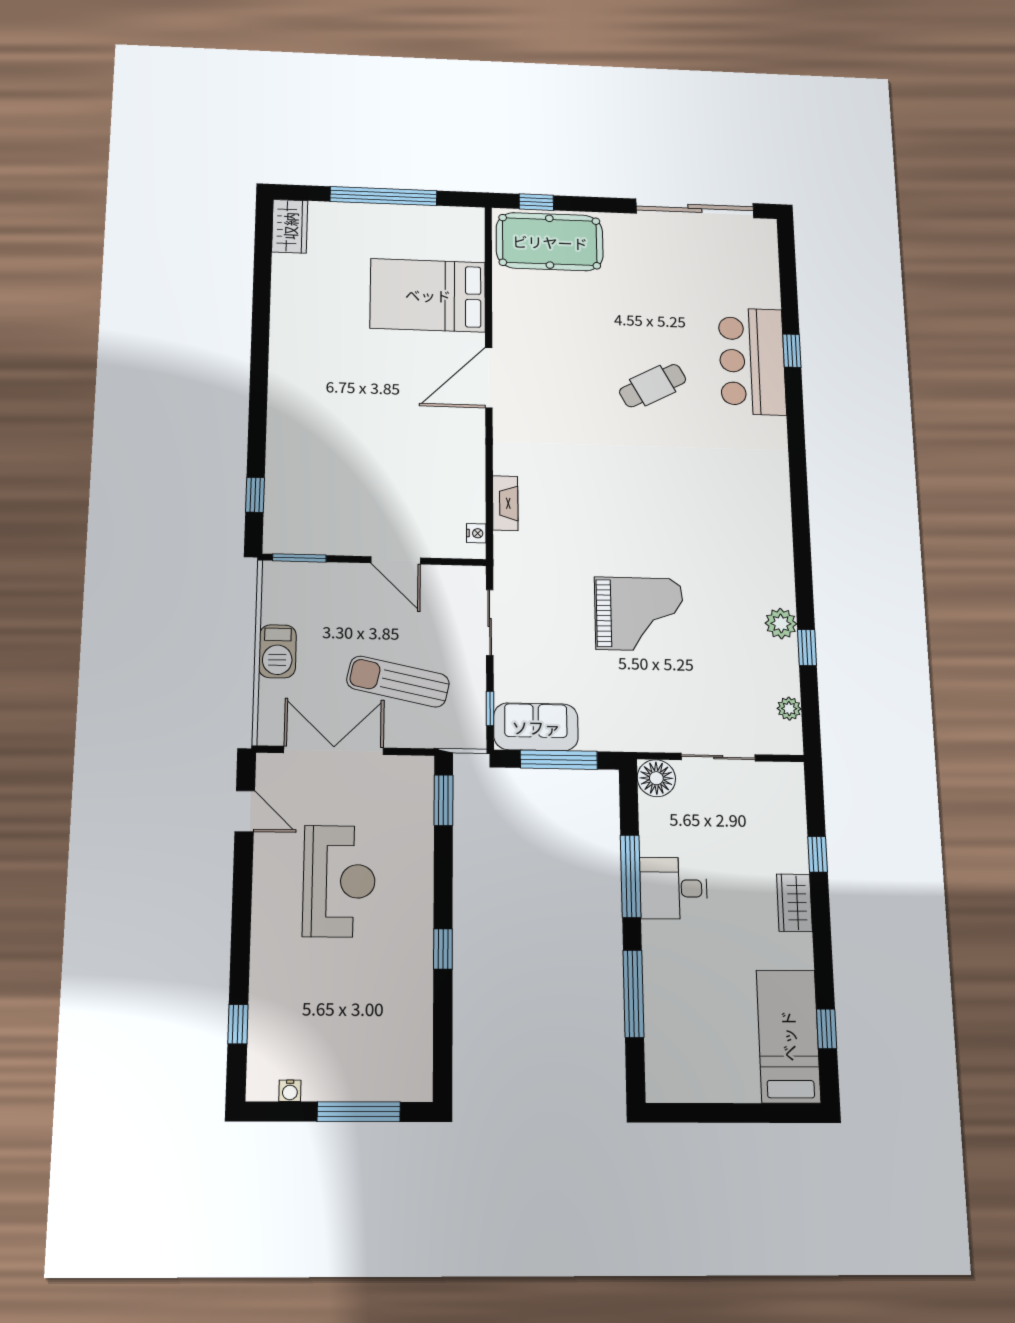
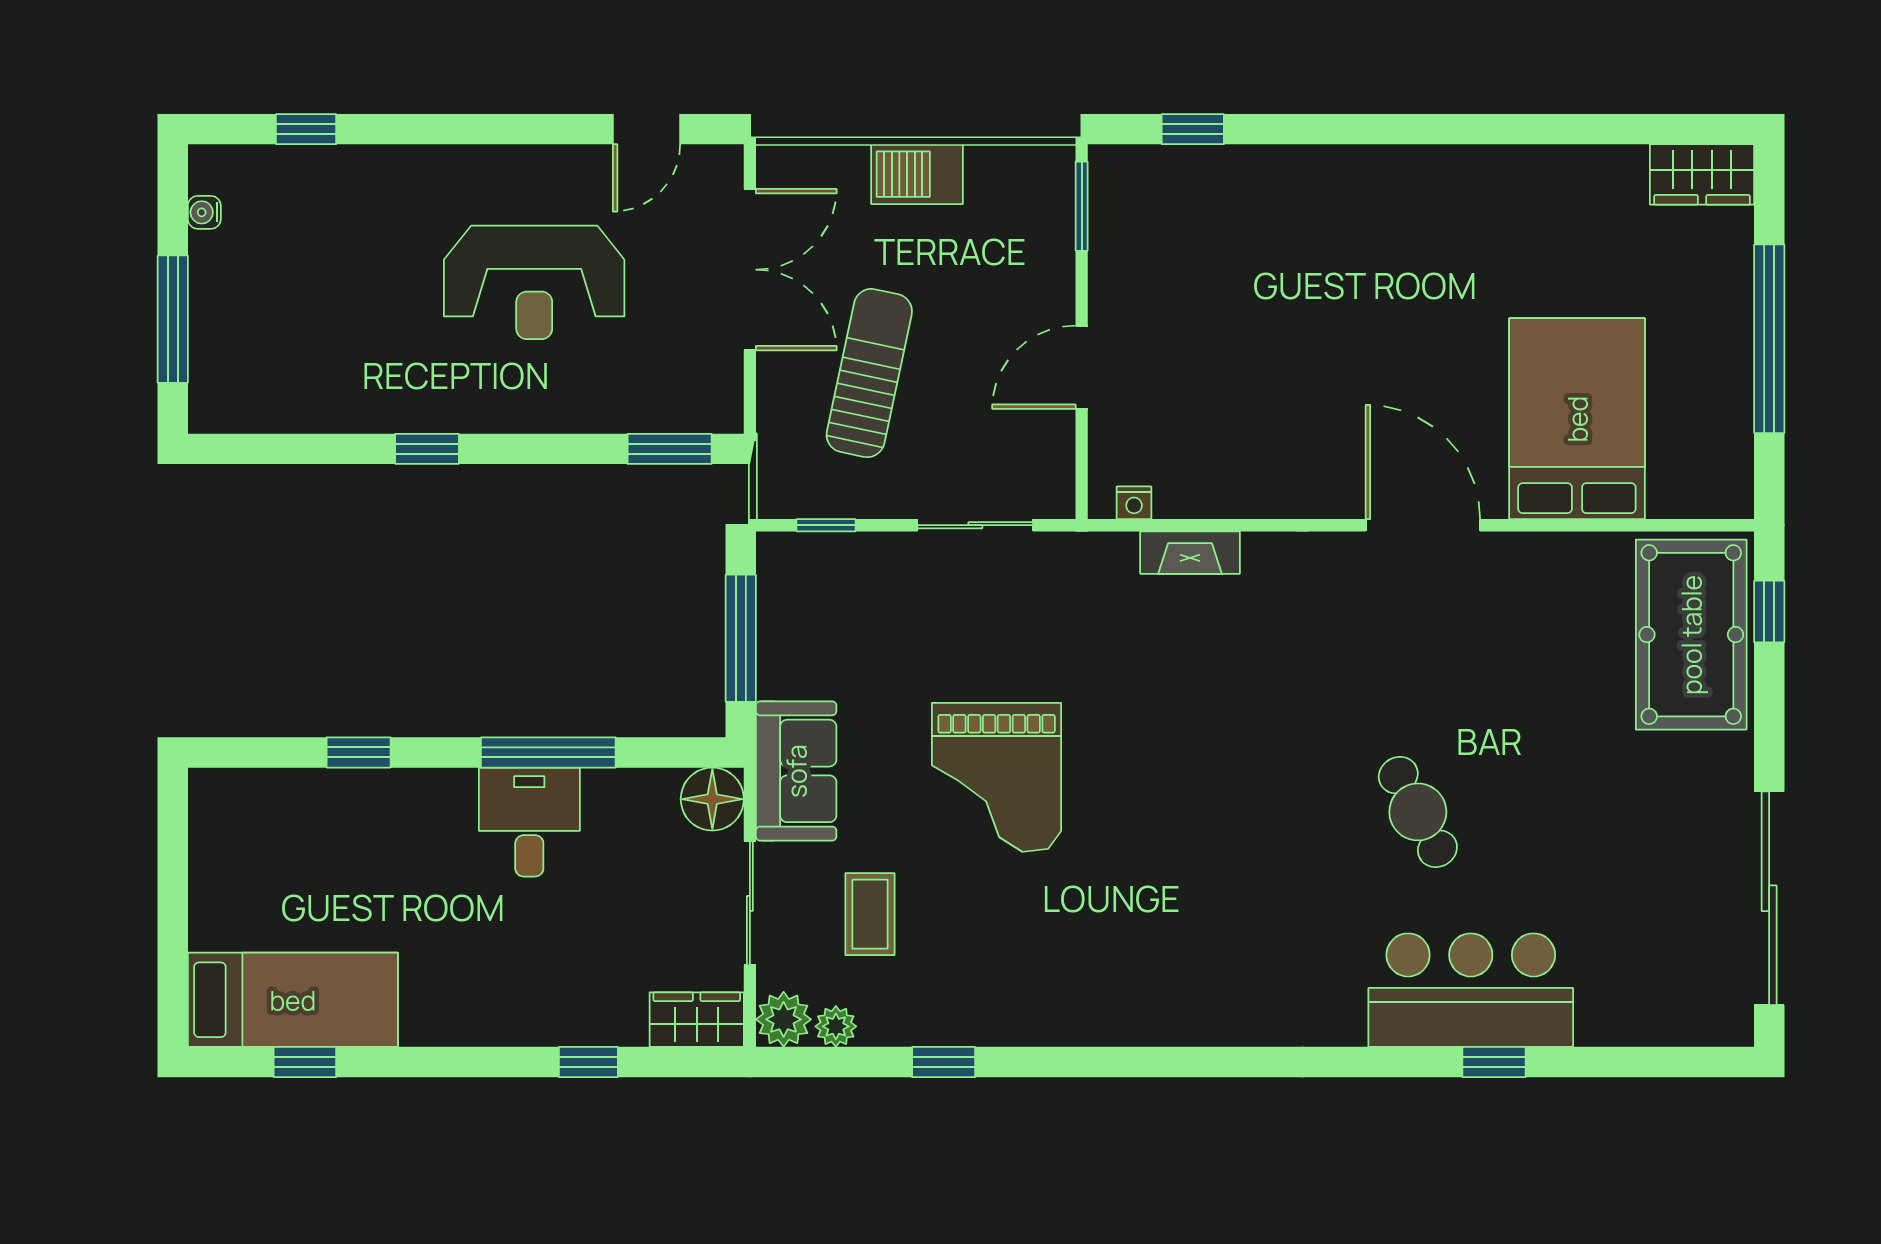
plant: (781, 624) -> (784, 1019), moved
coffee table: (722, 688) -> (870, 914), added
sofa: (536, 727) -> (796, 771), moved
wardrobe: (794, 903) -> (697, 1020), moved
window: (633, 994) -> (359, 752), width x0.46

